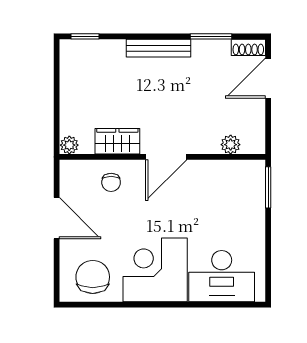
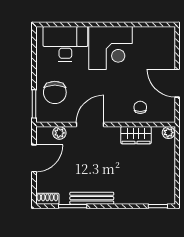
bench: (159, 48) -> (92, 198), moved
door: (268, 78) -> (34, 158), moved
door: (166, 157) -> (90, 125), moved
chair: (93, 277) -> (55, 92), moved

